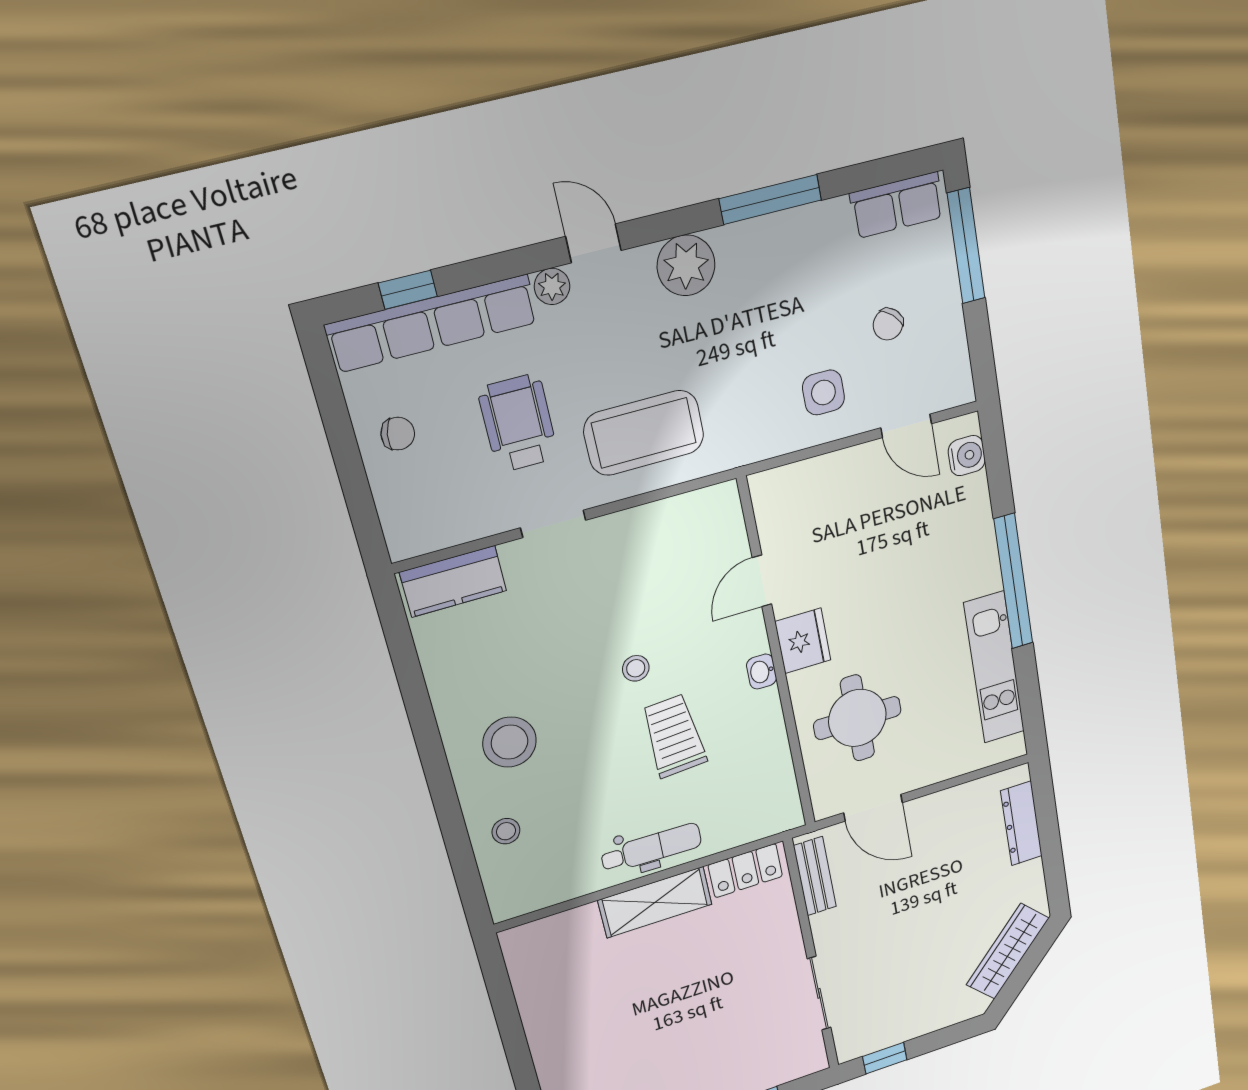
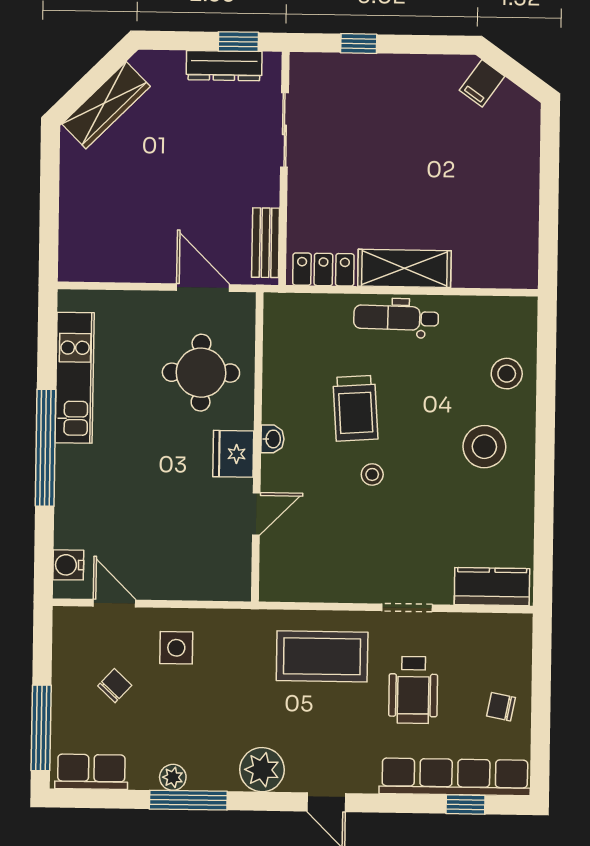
plant: (552, 286) -> (173, 777), moved
dresser: (1021, 824) -> (224, 66), moved, turned 90
stool: (506, 831) -> (507, 374), width x1.37, depth x1.37

